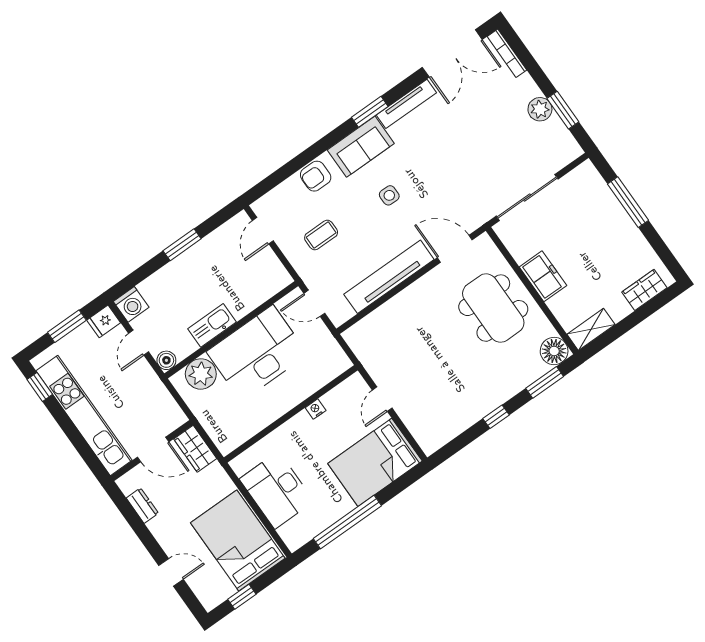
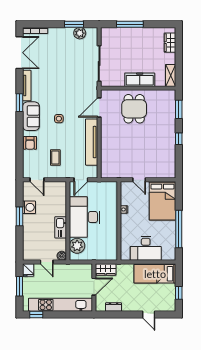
plant: (540, 109) -> (80, 33), moved
freezer: (543, 276) -> (140, 80), width x1.40
washing machine: (131, 304) -> (29, 207), moved
dining table: (493, 308) -> (134, 109), width x0.73
floor lamp: (554, 351) -> (169, 97), removed
bed: (238, 540) -> (155, 274), width x0.67
door: (171, 572) -> (149, 315), swing flipped

